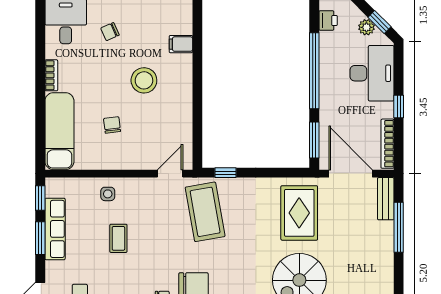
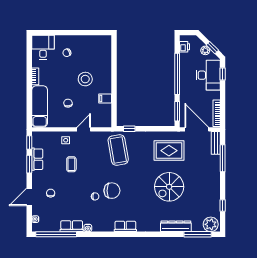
filing cabinet: (181, 44) -> (105, 99), moved
window: (399, 107) -> (223, 74), moved
door: (170, 174) -> (84, 129), moved
rug: (299, 213) -> (169, 151), turned 90
row of seats: (55, 229) -> (37, 159), width x0.68

